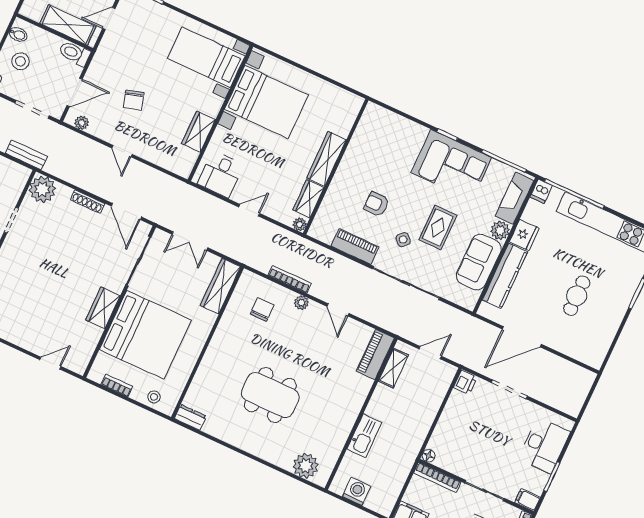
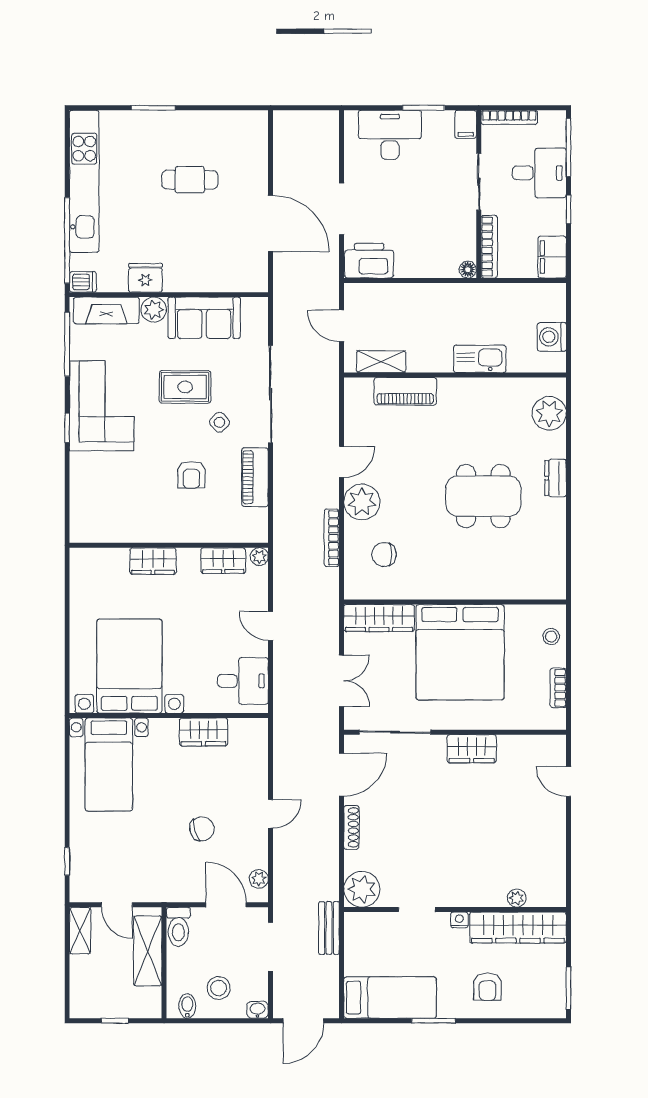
wardrobe: (327, 159) -> (153, 561), width x0.67
kitchen counter: (505, 276) -> (206, 278), removed
plant: (301, 303) -> (362, 502), width x1.88, depth x1.88
bed: (145, 335) -> (460, 652), moved, turned 180
piano: (375, 355) -> (405, 391), moved
printer: (465, 382) -> (369, 261), width x1.87, depth x1.48
dining table: (270, 395) -> (483, 496), turned 90
dresser: (190, 417) -> (555, 478), moved

